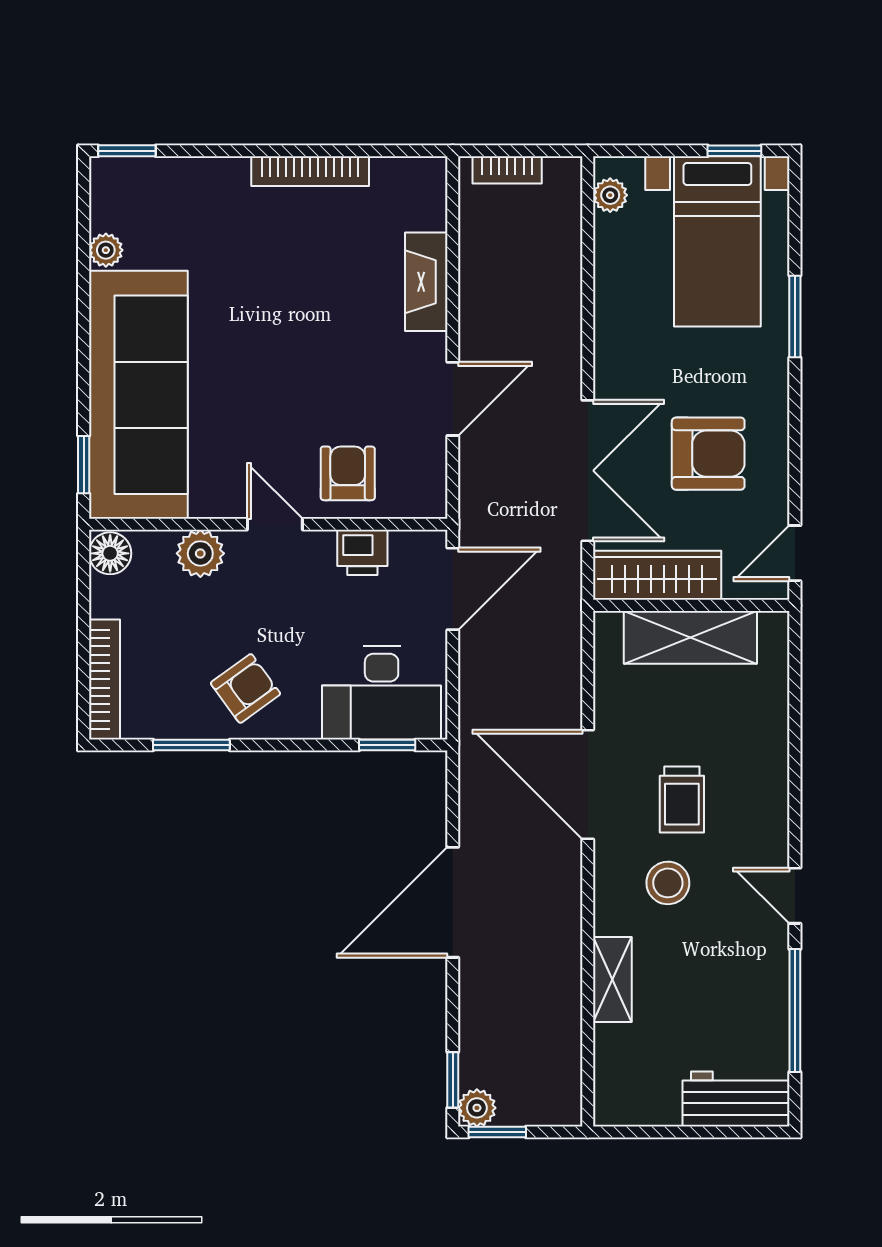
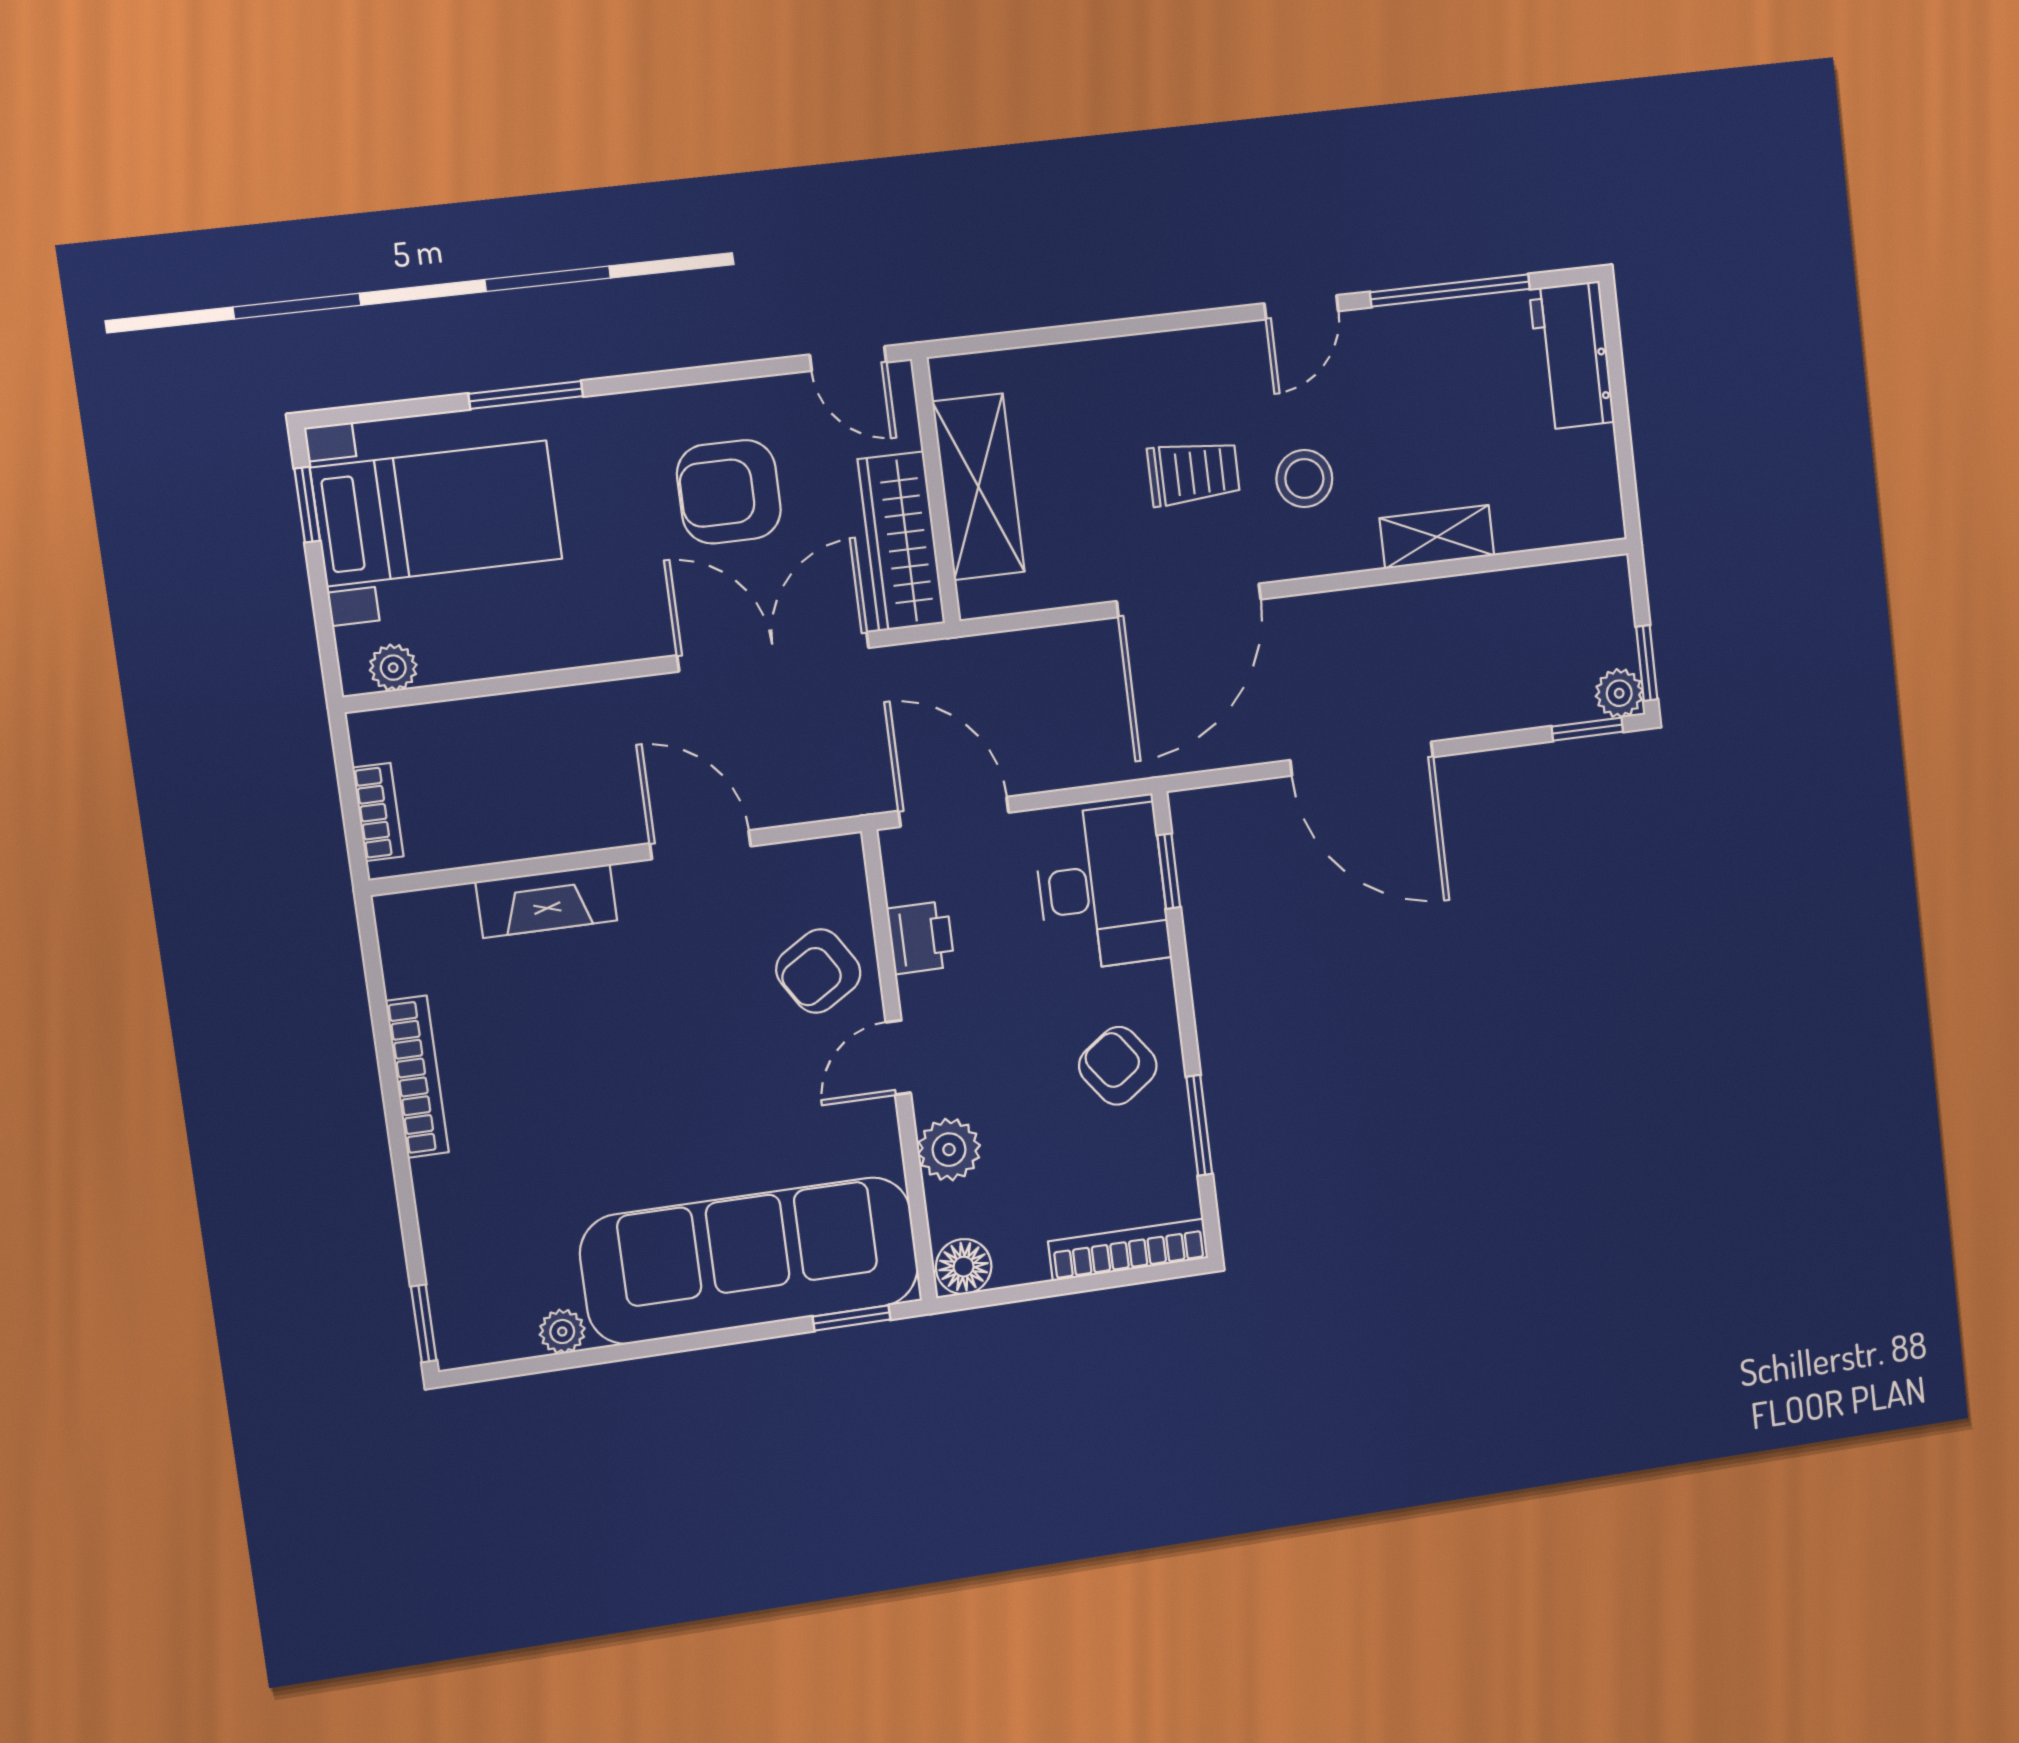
armchair: (708, 454) -> (729, 492), turned -90
armchair: (348, 473) -> (818, 971), turned -32

